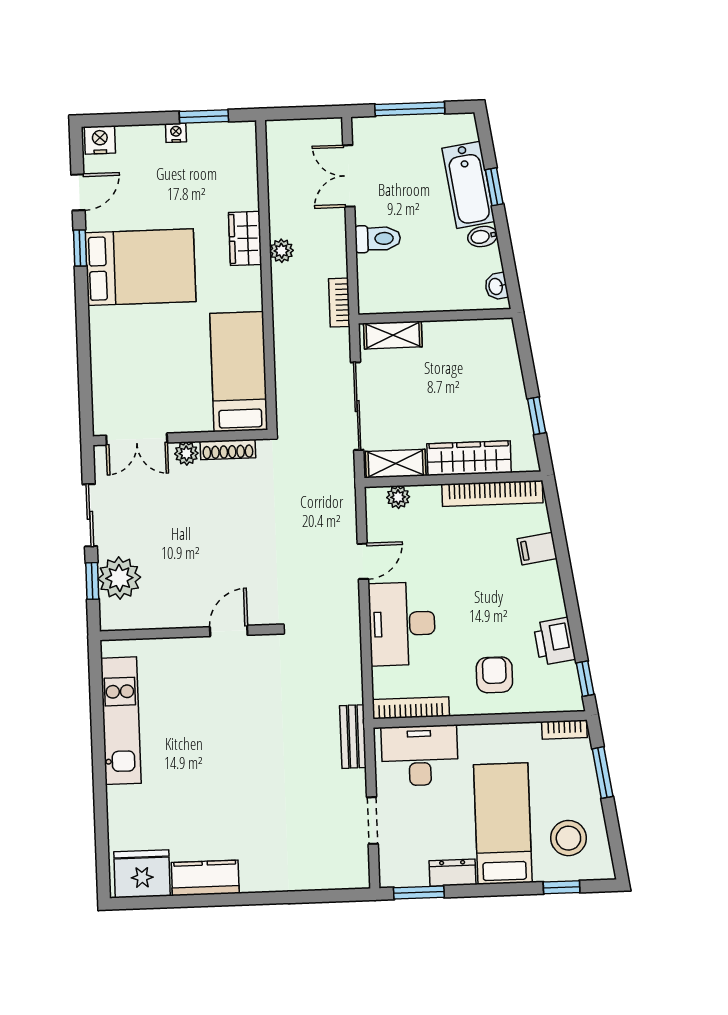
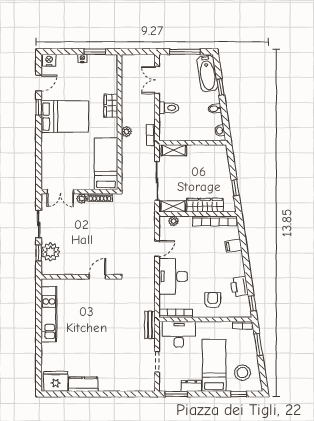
bathtub: (468, 185) -> (207, 73), moved
plant: (282, 251) -> (127, 131), moved

